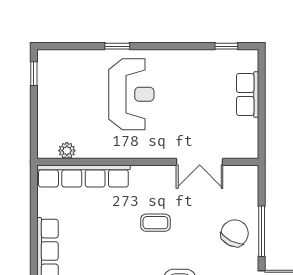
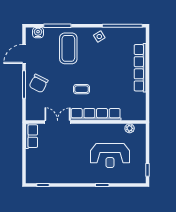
reception desk: (131, 94) -> (110, 155), moved, turned -90
row of seats: (248, 95) -> (32, 136), moved
row of seats: (83, 176) -> (96, 114), moved

